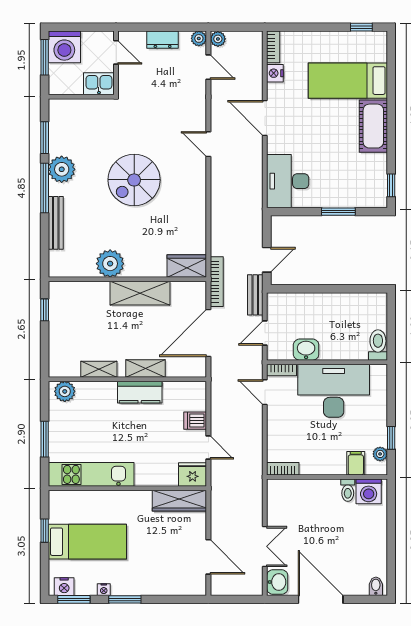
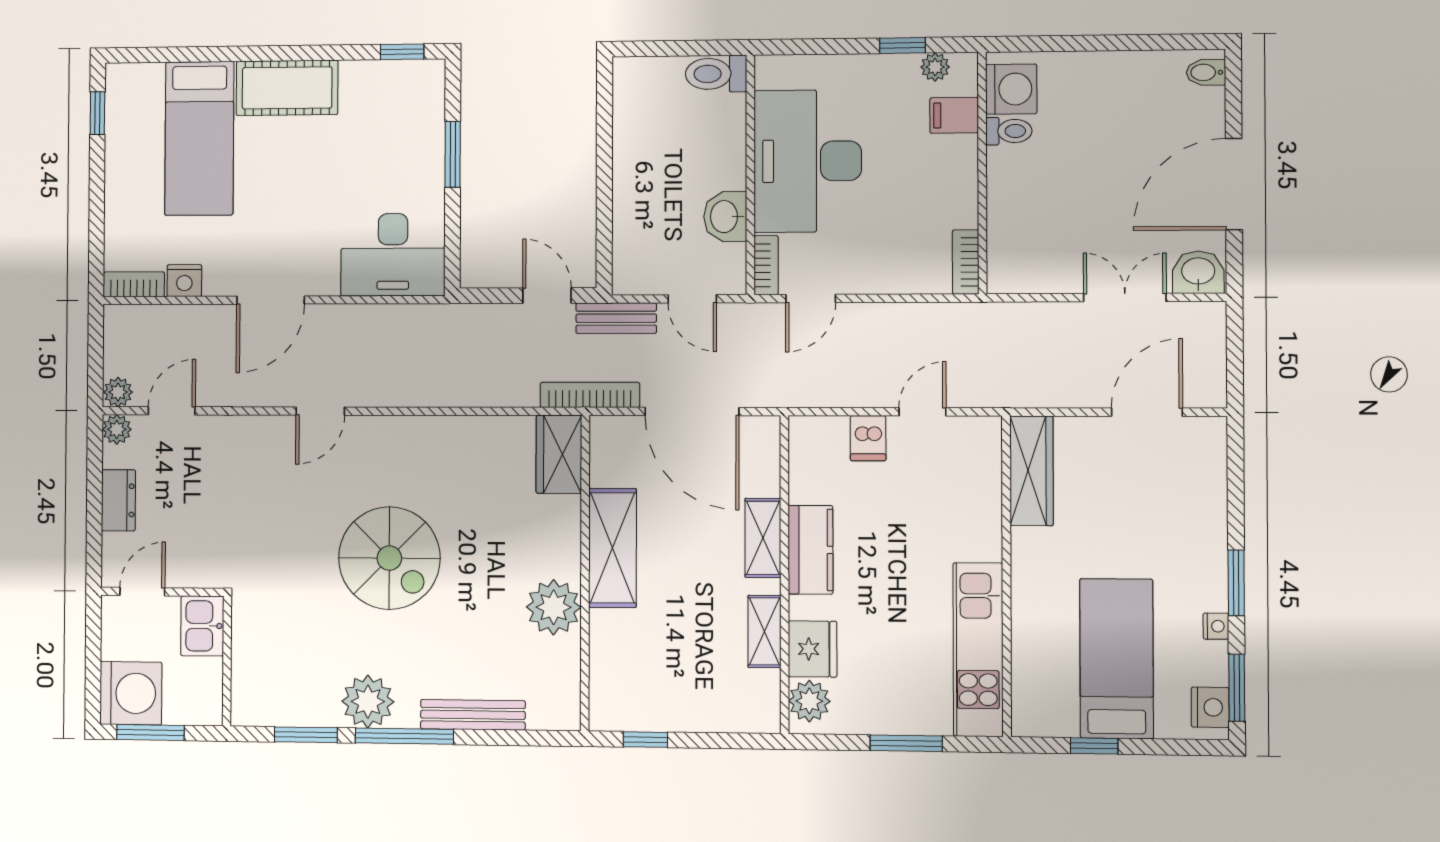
fridge: (193, 474) -> (813, 649), moved, turned 180

